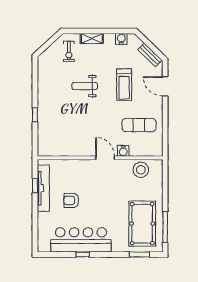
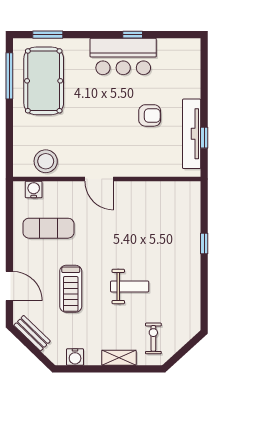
treadmill: (124, 85) -> (71, 289), turned 180
water cooler: (123, 151) -> (34, 190), moved
bar counter: (81, 240) -> (123, 56), width x0.73

